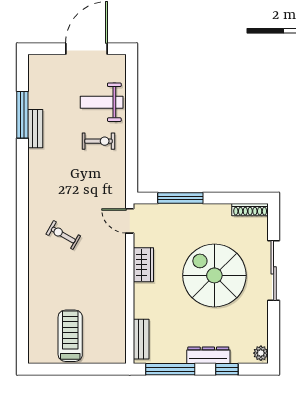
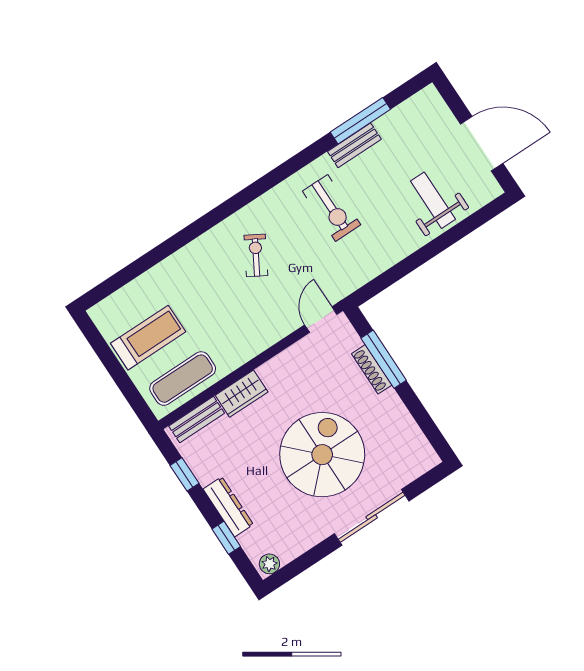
exercise bike: (98, 141) -> (332, 208), moved, width x1.38, depth x1.39
shoe rack: (250, 210) -> (372, 369), moved
wardrobe: (143, 265) -> (242, 394), moved
exercise mat: (110, 331) -> (183, 379), added
window: (170, 369) -> (184, 474), width x0.46

